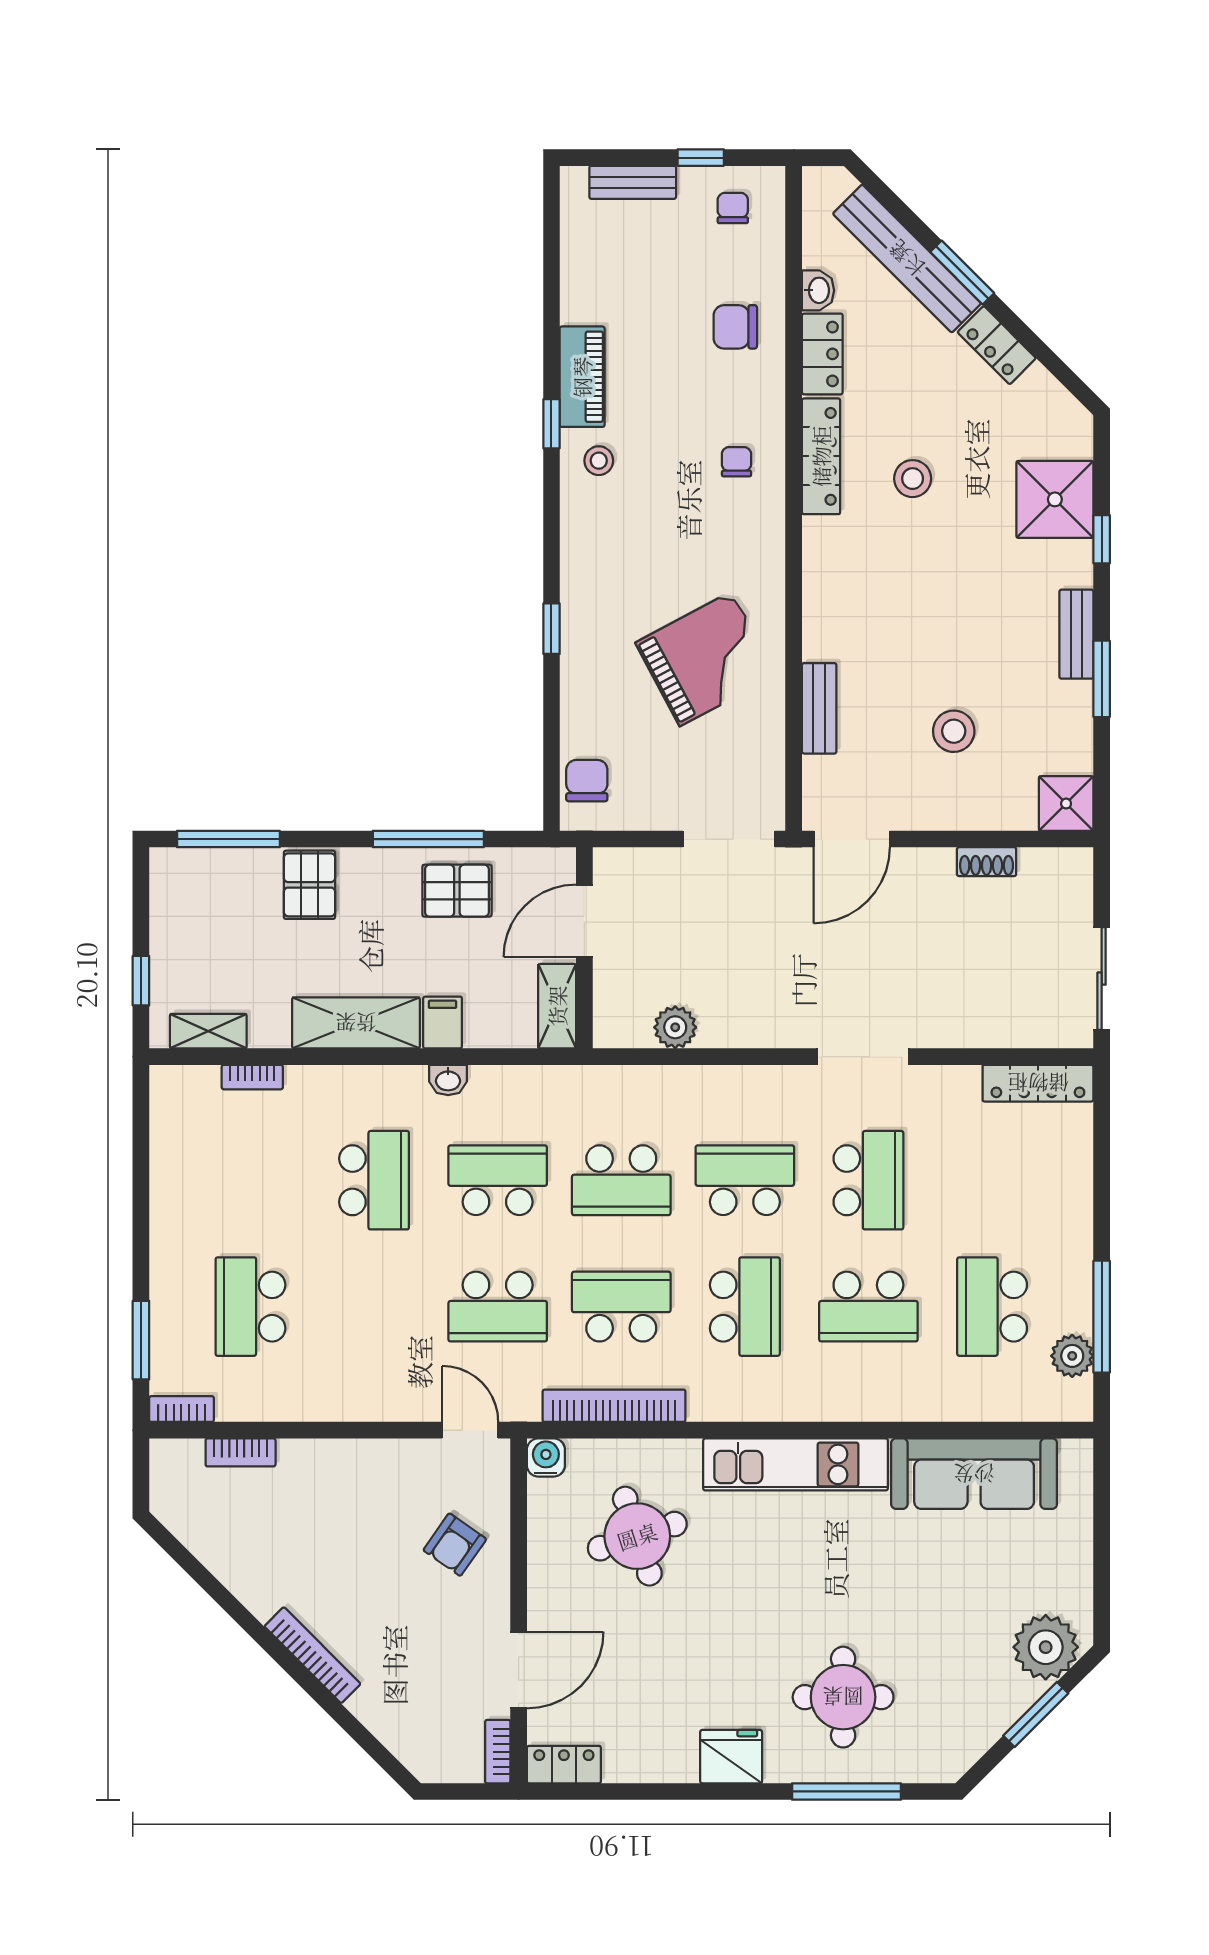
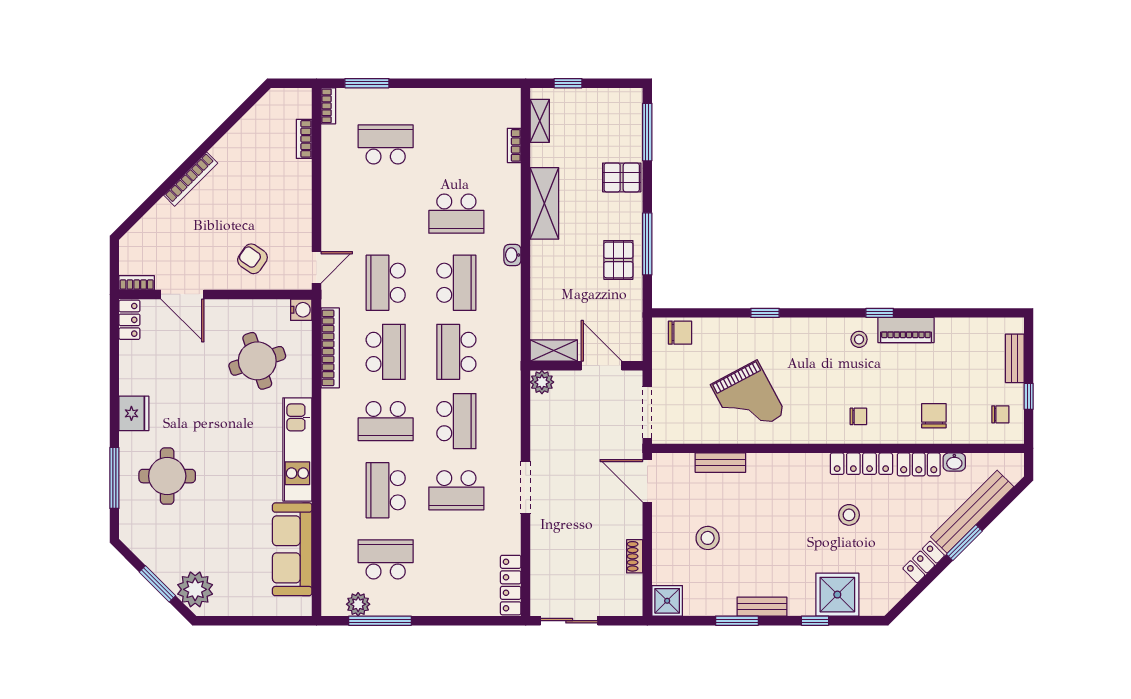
door: (584, 921) -> (602, 366), moved
wall: (584, 948) -> (586, 366), moved
shelving: (557, 1006) -> (554, 350), moved
filing cabinet: (443, 1022) -> (545, 252), removed

